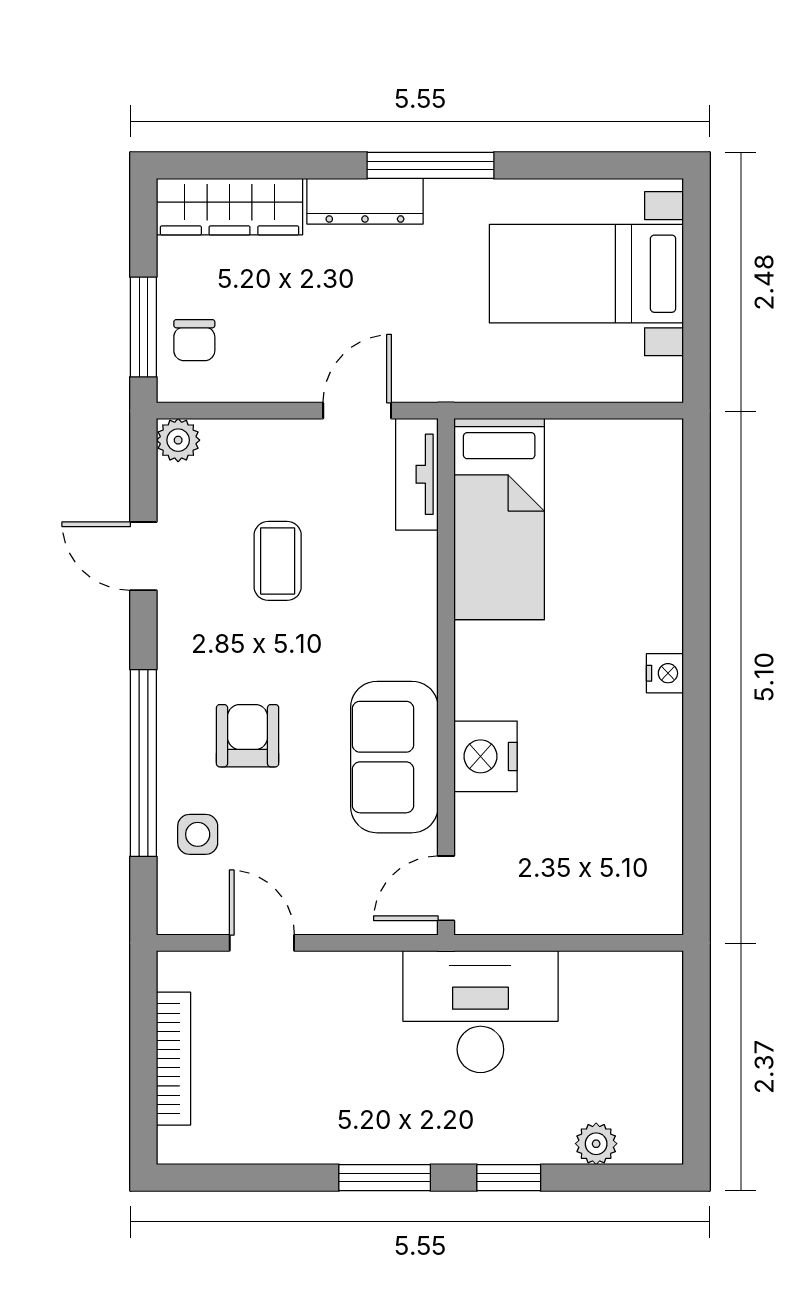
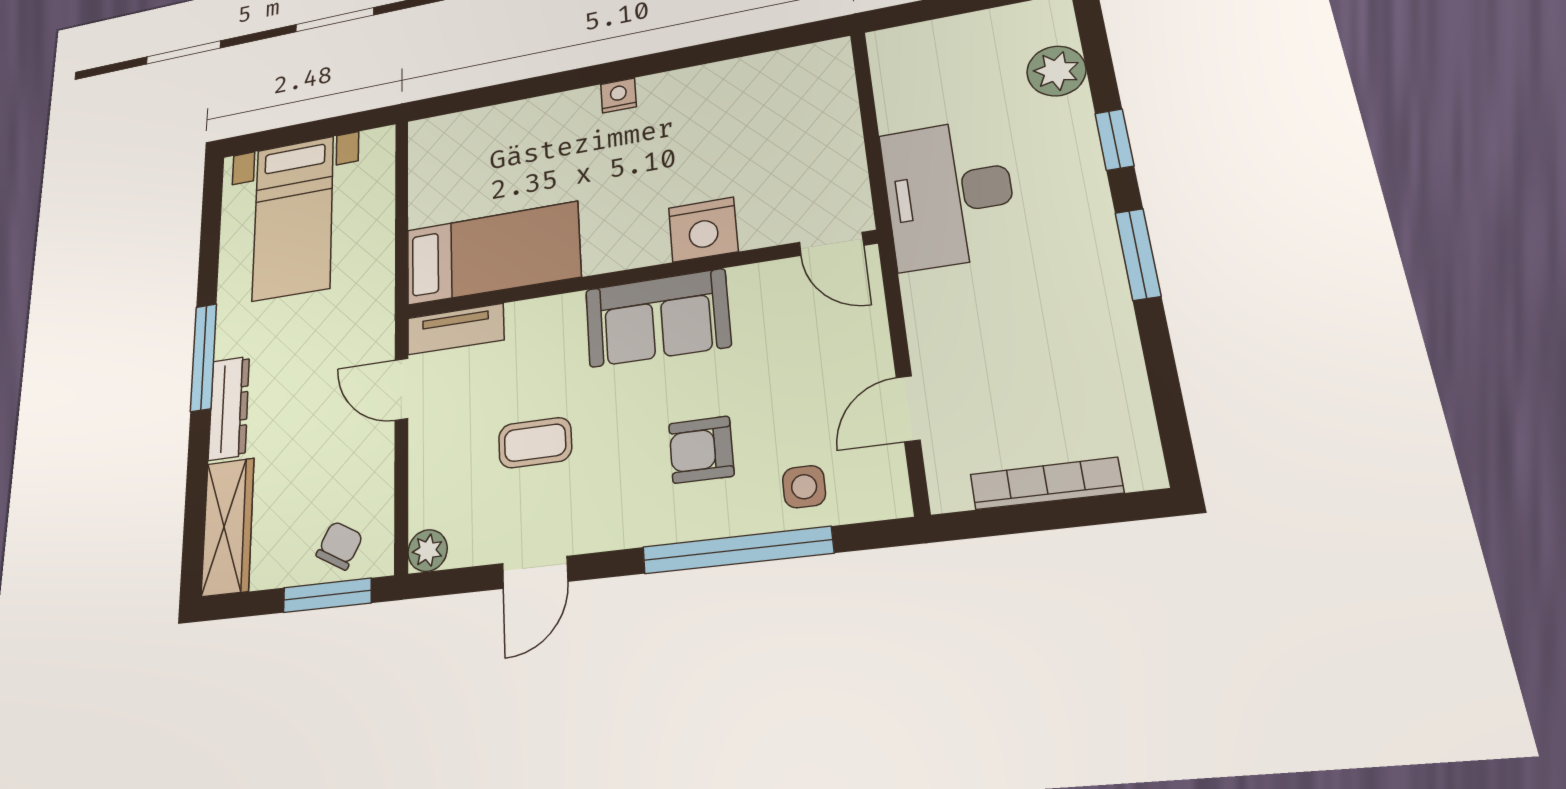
chair: (194, 340) -> (339, 545), turned -61
sofa: (394, 757) -> (657, 318), moved
plant: (596, 1144) -> (1056, 71), width x1.38, depth x1.38

